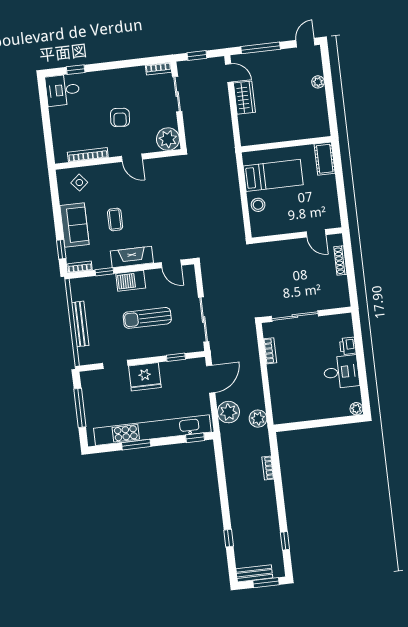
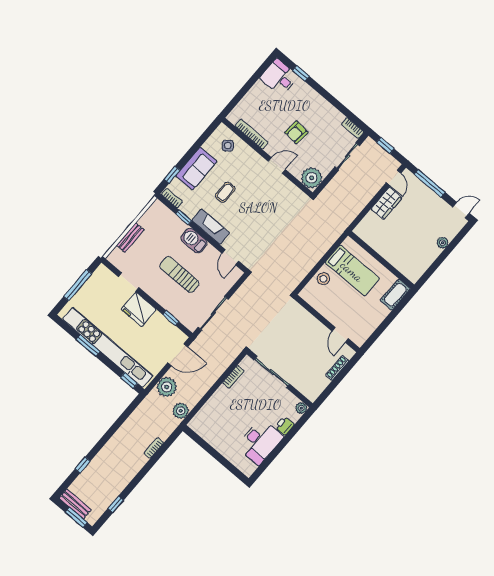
door: (132, 158) -> (277, 165), swing flipped
bench: (80, 324) -> (130, 238), width x0.73
desk: (341, 372) -> (260, 442), width x1.37
plant: (356, 409) -> (301, 408), moved

